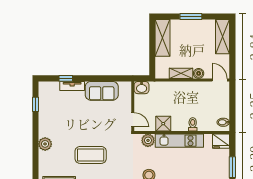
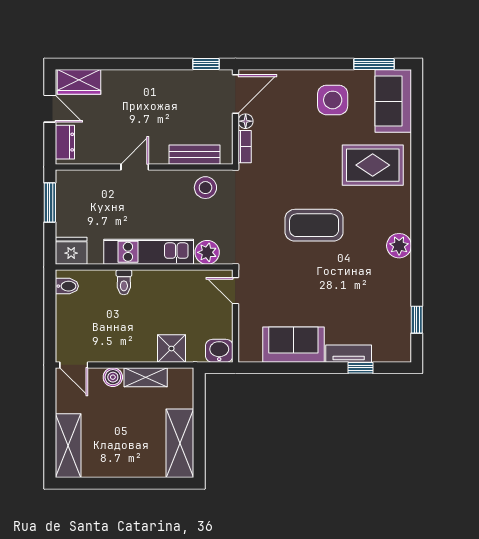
window: (191, 17) -> (127, 483), removed
shower: (163, 124) -> (171, 349), moved

